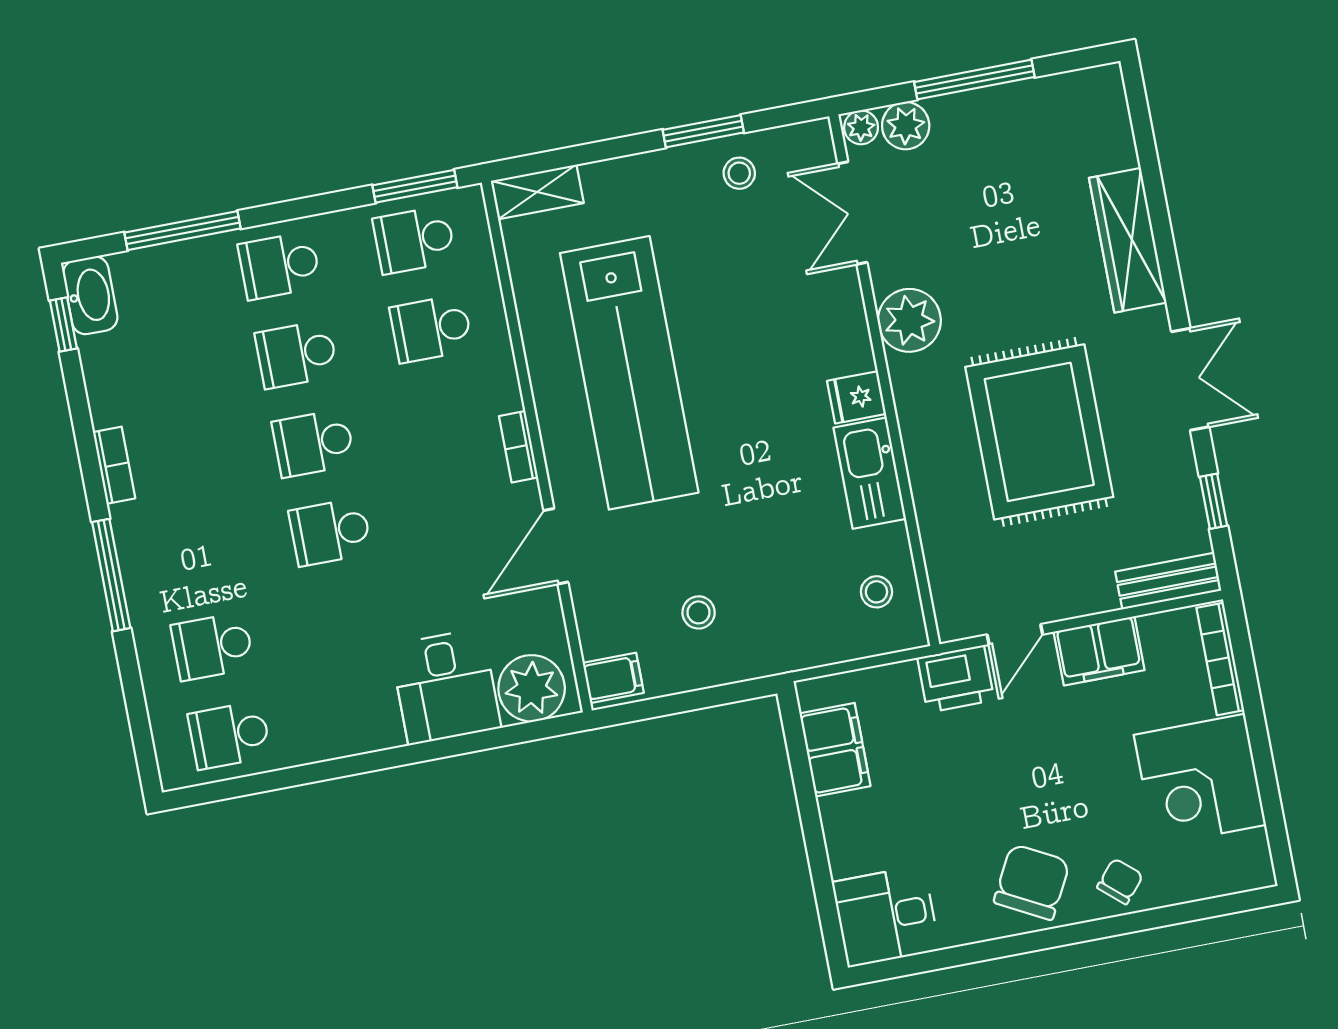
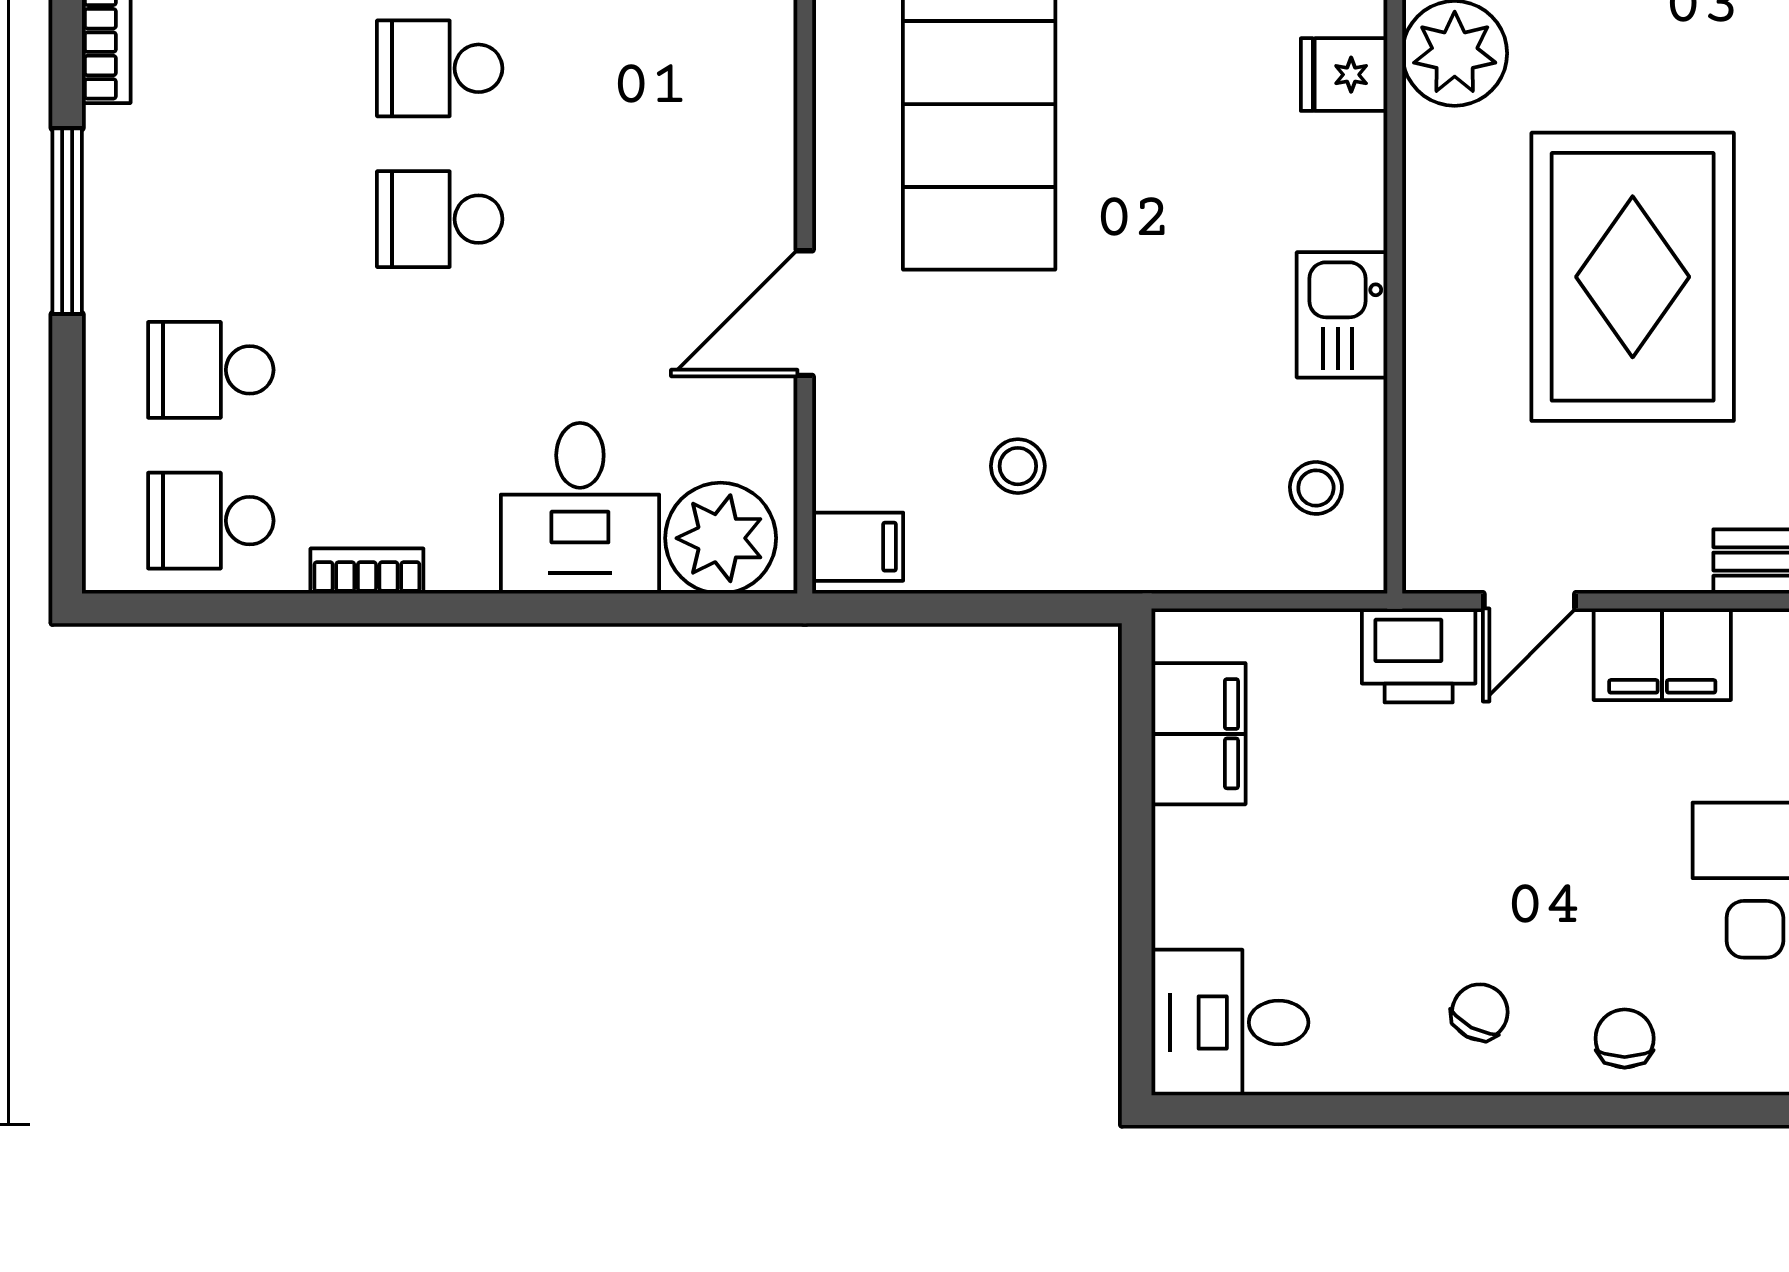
fridge: (857, 397) -> (1344, 75), moved
bookcase: (519, 447) -> (367, 571), moved, turned 90
kitchen sink: (870, 473) -> (1342, 315), width x0.73
chair: (1120, 881) -> (1625, 1038), turned -41
chair: (1032, 882) -> (1480, 1012), width x0.54, depth x0.54

